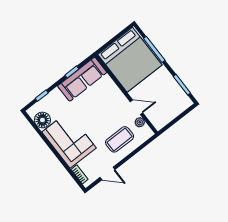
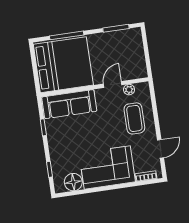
sofa: (82, 79) -> (69, 104), moved, turned 90

